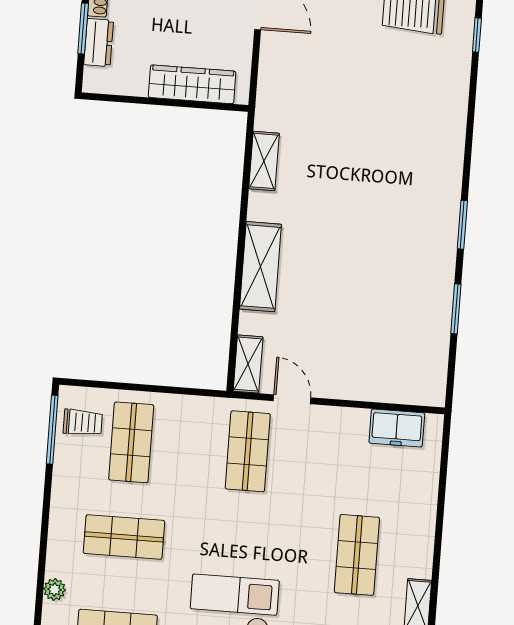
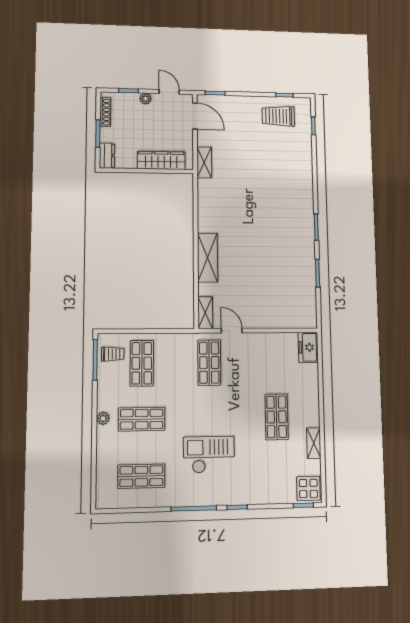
dresser: (99, 43) -> (107, 156), moved
shelving: (264, 161) -> (204, 162), moved
freezer: (397, 428) -> (308, 347), moved, turned 90
plant: (54, 589) -> (103, 418), moved

